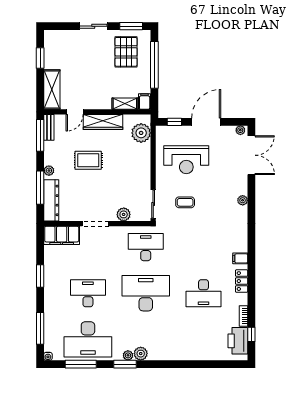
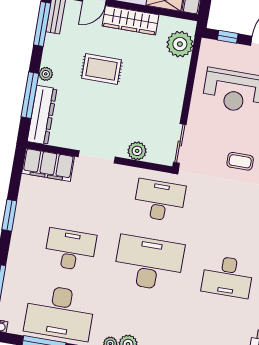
coffee table: (185, 202) -> (240, 161), moved

